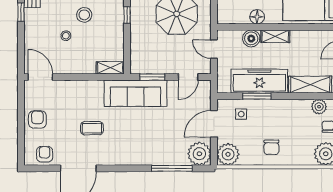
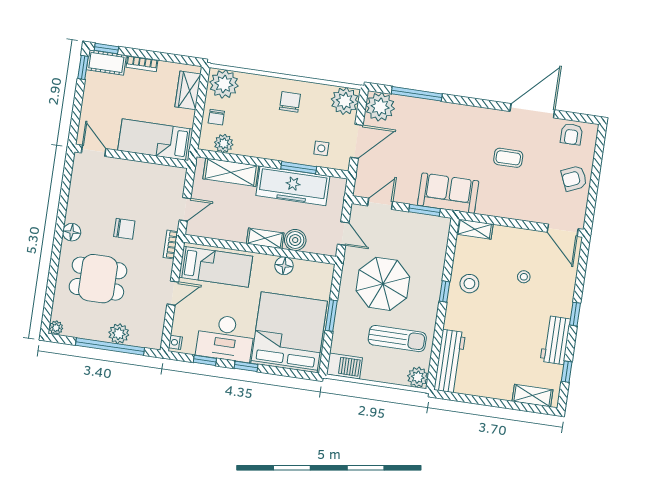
stool: (84, 15) -> (469, 284), moved
sofa: (135, 93) -> (448, 193), width x0.73
armchair: (37, 120) -> (574, 178), turned 67

